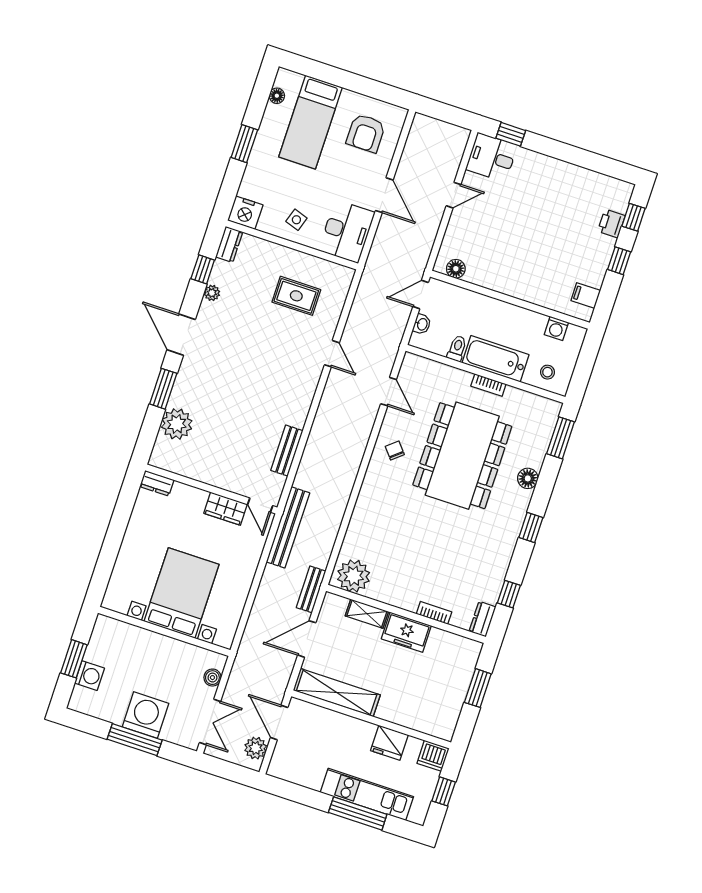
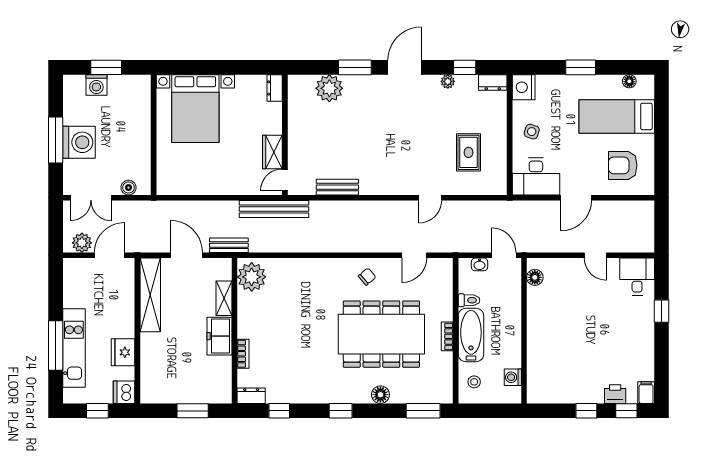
window: (511, 134) -> (662, 311), moved
filing cabinet: (586, 296) -> (646, 393), moved
bed with nightstands: (182, 593) -> (195, 109), moved, turned 90

